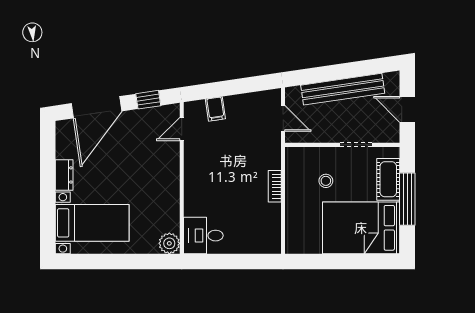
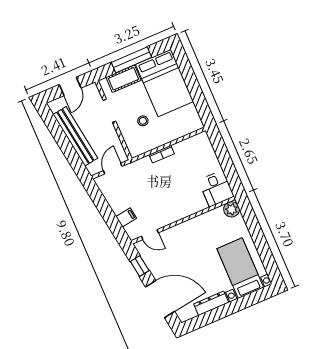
dresser: (64, 175) -> (211, 303), width x1.44

